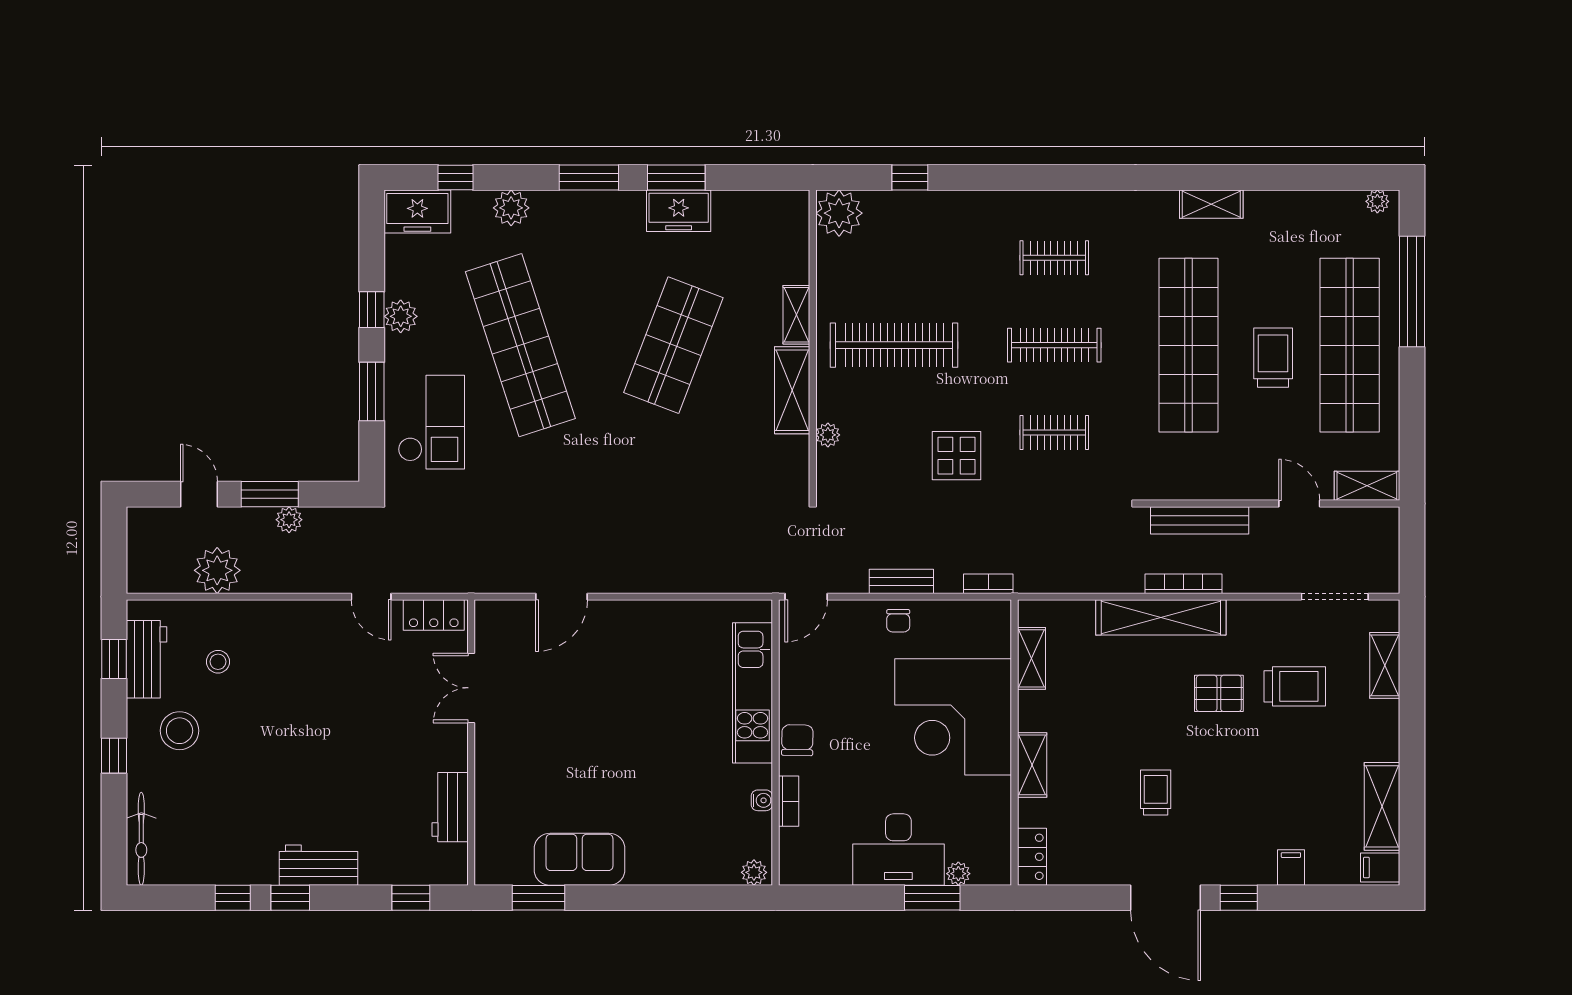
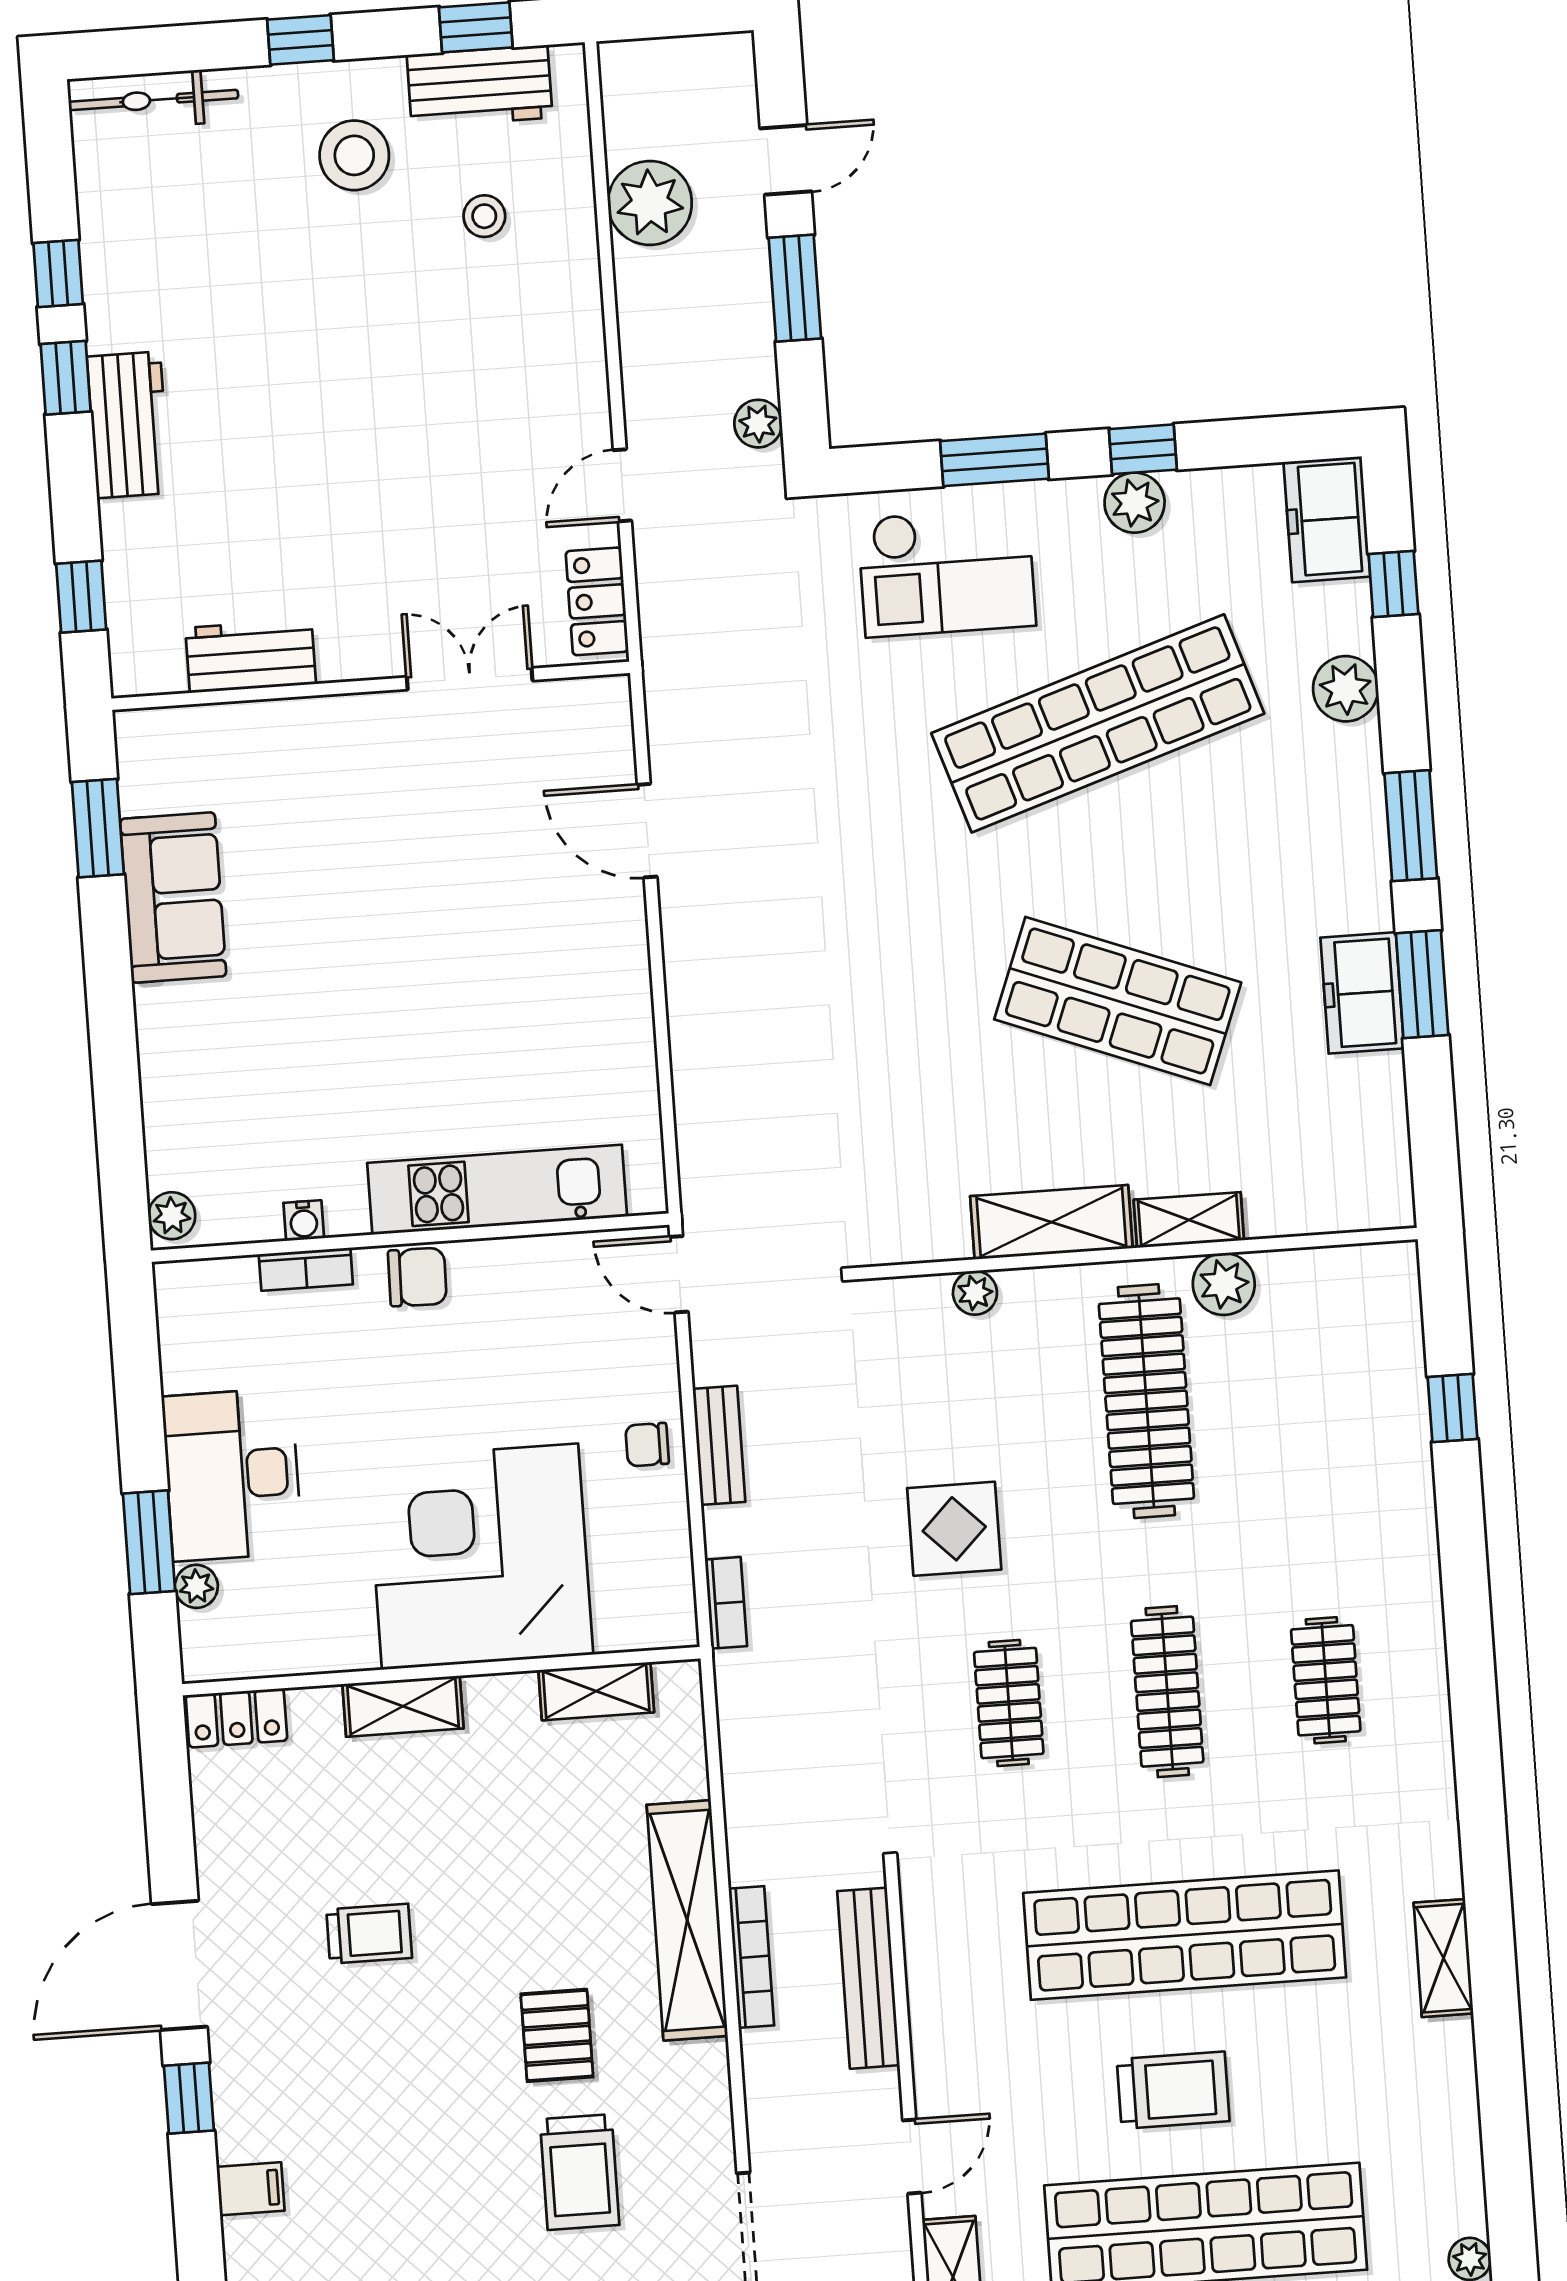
plant: (839, 213) -> (1224, 1284), moved, width x0.73, depth x0.73
plant: (289, 520) -> (758, 424), moved

